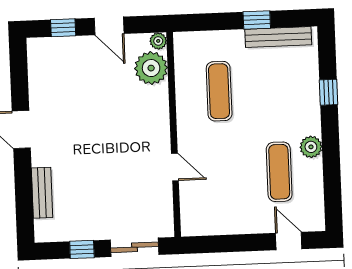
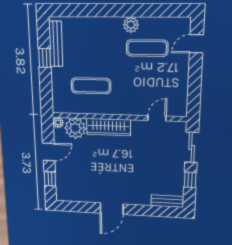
window: (329, 92) -> (93, 10), removed
wardrobe: (157, 120) -> (108, 127), added
door: (175, 167) -> (157, 118), moved
bench: (42, 193) -> (167, 201), moved

